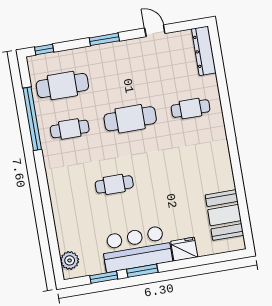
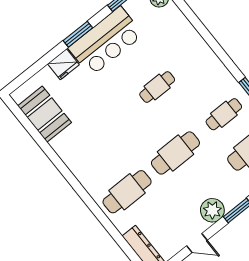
plant: (126, 52) -> (212, 210), added
cafe table: (191, 109) -> (127, 192), width x1.37, depth x1.35
window: (142, 271) -> (78, 34), moved

